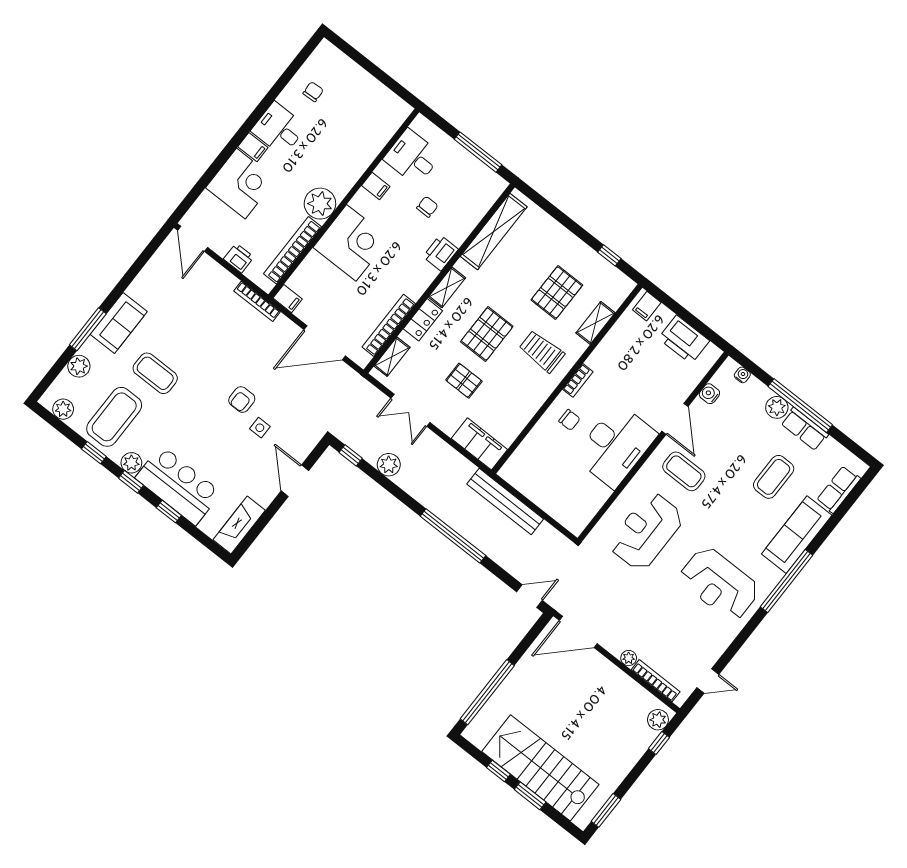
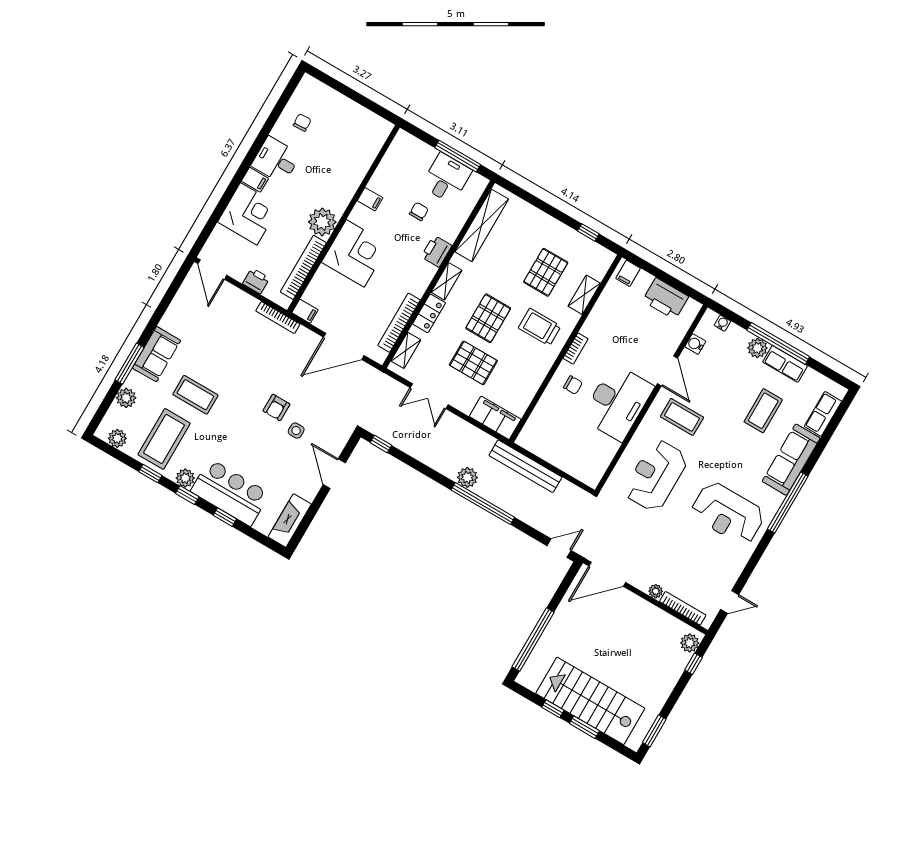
desk: (412, 157) -> (446, 178), moved, turned 90
pallet: (464, 381) -> (473, 363), width x1.50, depth x1.42
plant: (389, 465) -> (467, 477), moved

